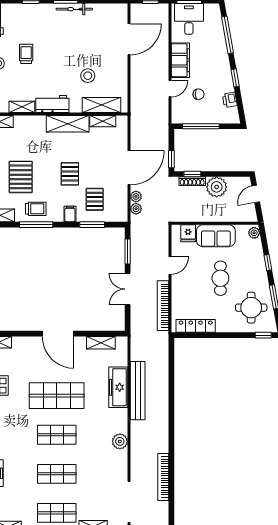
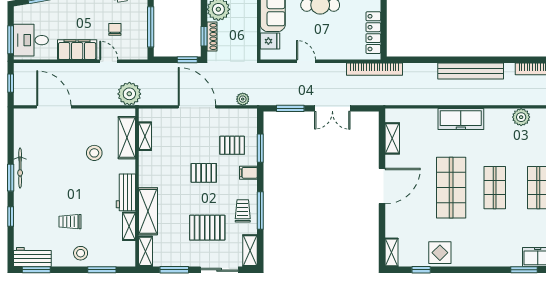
shelving: (68, 124) -> (148, 211), moved
plant: (136, 196) -> (129, 94), moved, width x1.88, depth x1.88
bookcase: (163, 306) -> (374, 69), moved
freezer: (118, 387) -> (461, 119), moved
bench: (138, 391) -> (471, 71), moved
plant: (120, 441) -> (521, 117), moved

